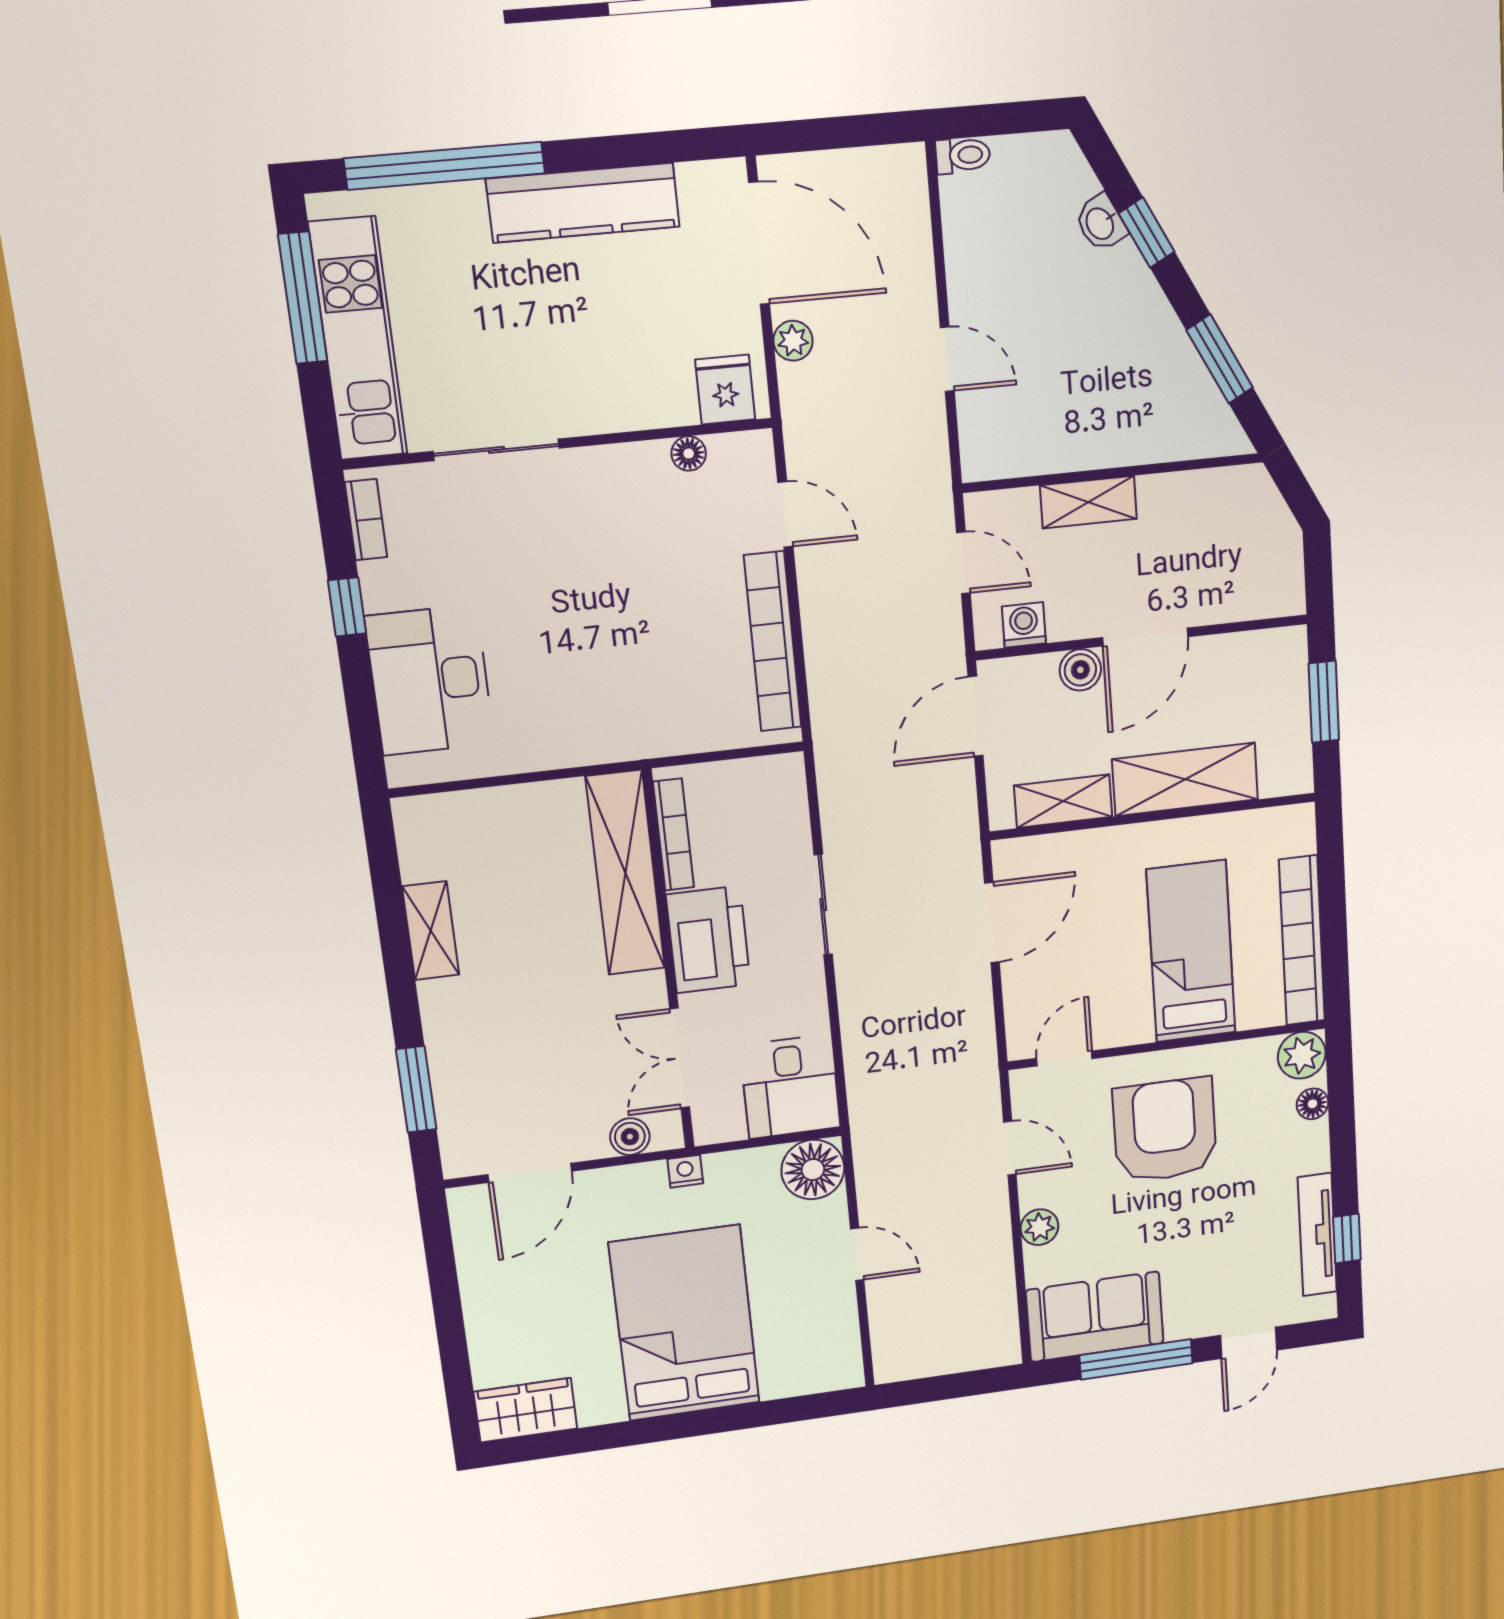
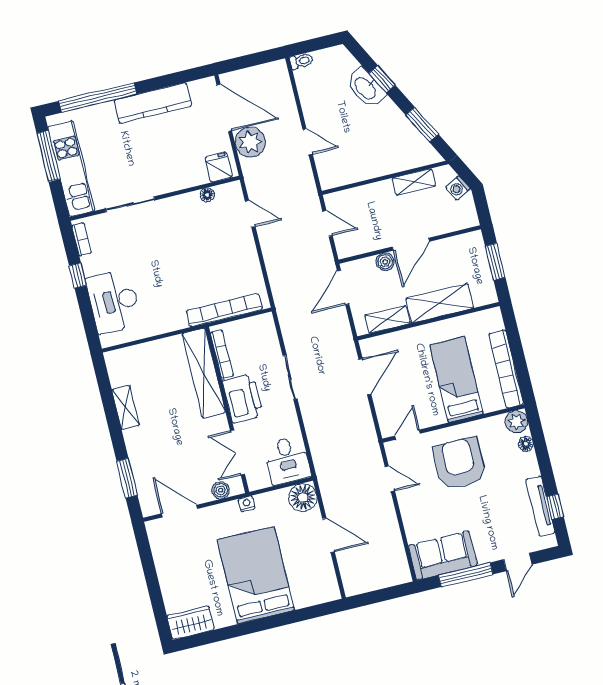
washbasin: (1101, 223) -> (366, 88), width x1.91, depth x1.45
plant: (793, 341) -> (250, 142), width x1.88, depth x1.88
shelving: (1088, 502) -> (414, 182), moved
washing machine: (1024, 625) -> (458, 188), moved, turned -118
bookcase: (773, 642) -> (224, 310), moved, turned 90
door: (530, 1173) -> (179, 511), swing flipped
plant: (1039, 1227) -> (410, 515), removed
door: (857, 1254) -> (329, 535), width x1.38

